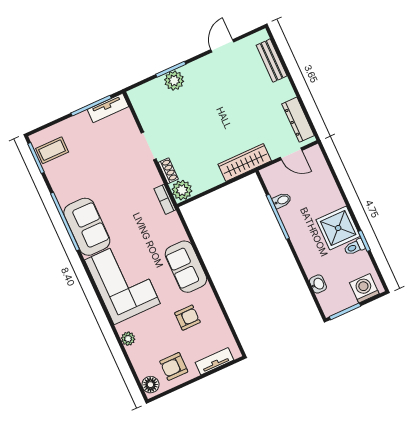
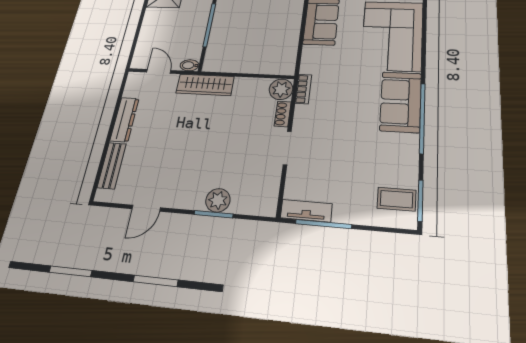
dresser: (298, 120) -> (125, 120), moved
bidet: (282, 200) -> (190, 65), moved

